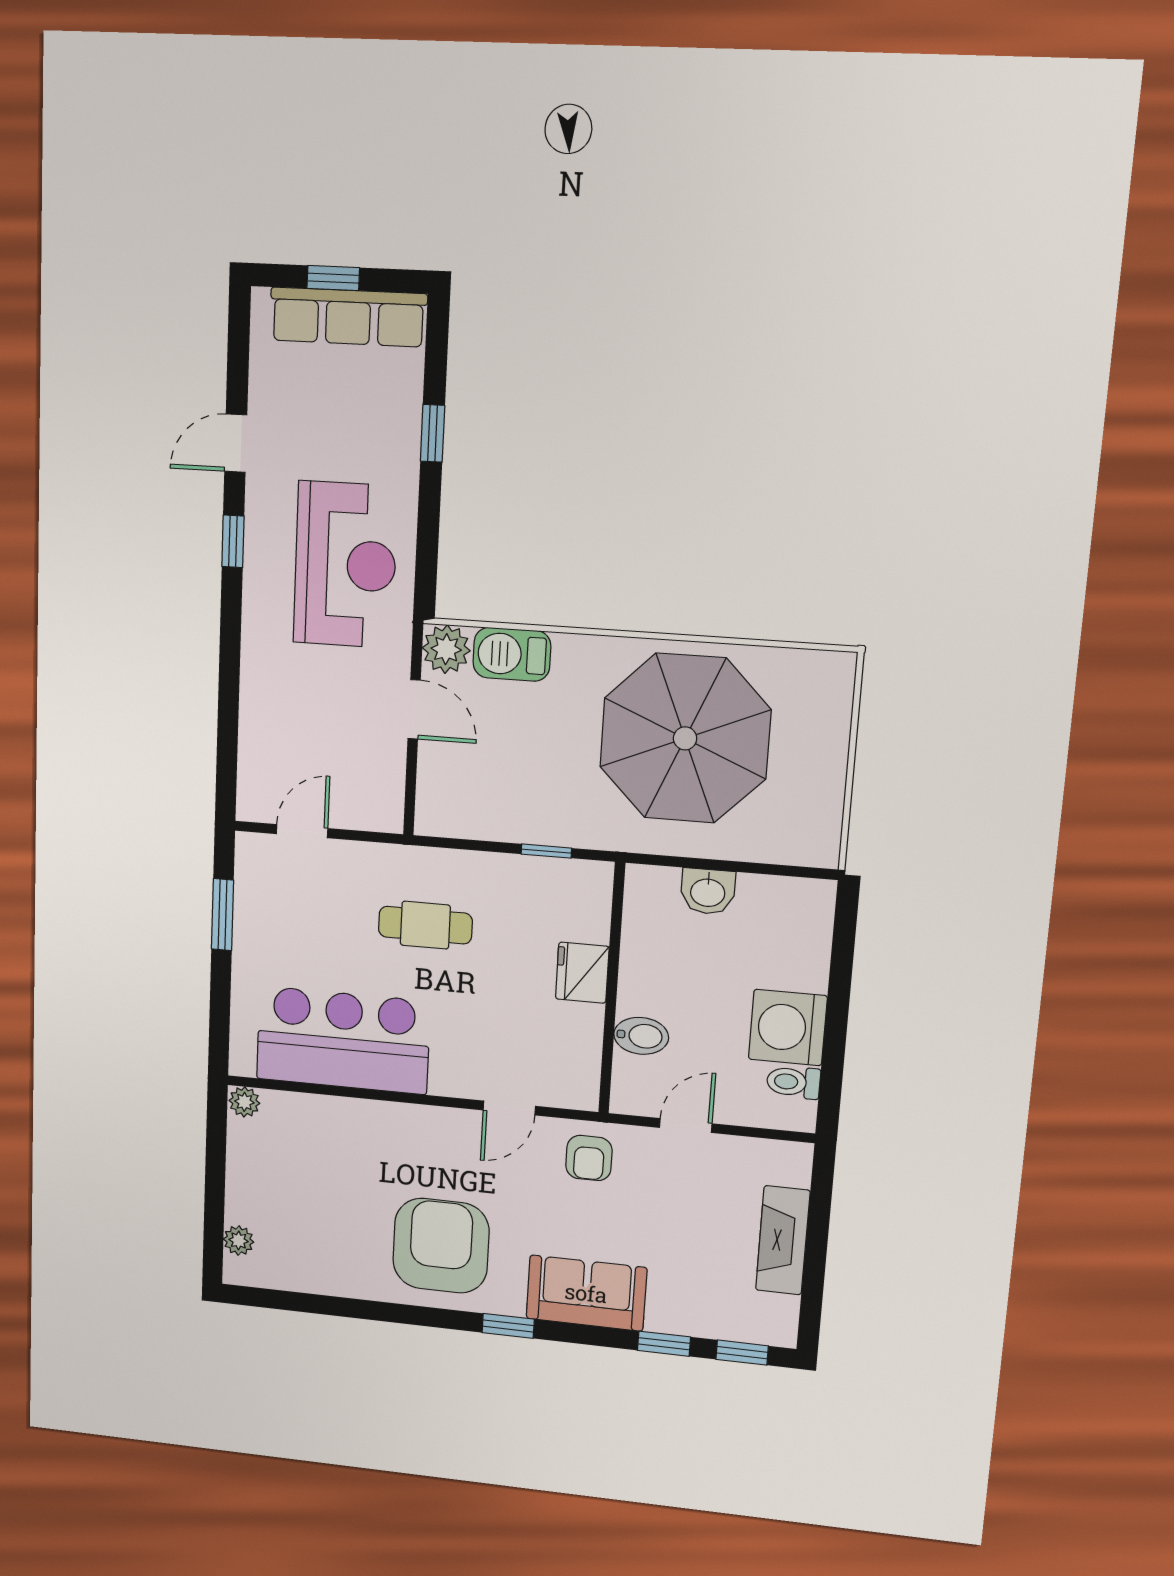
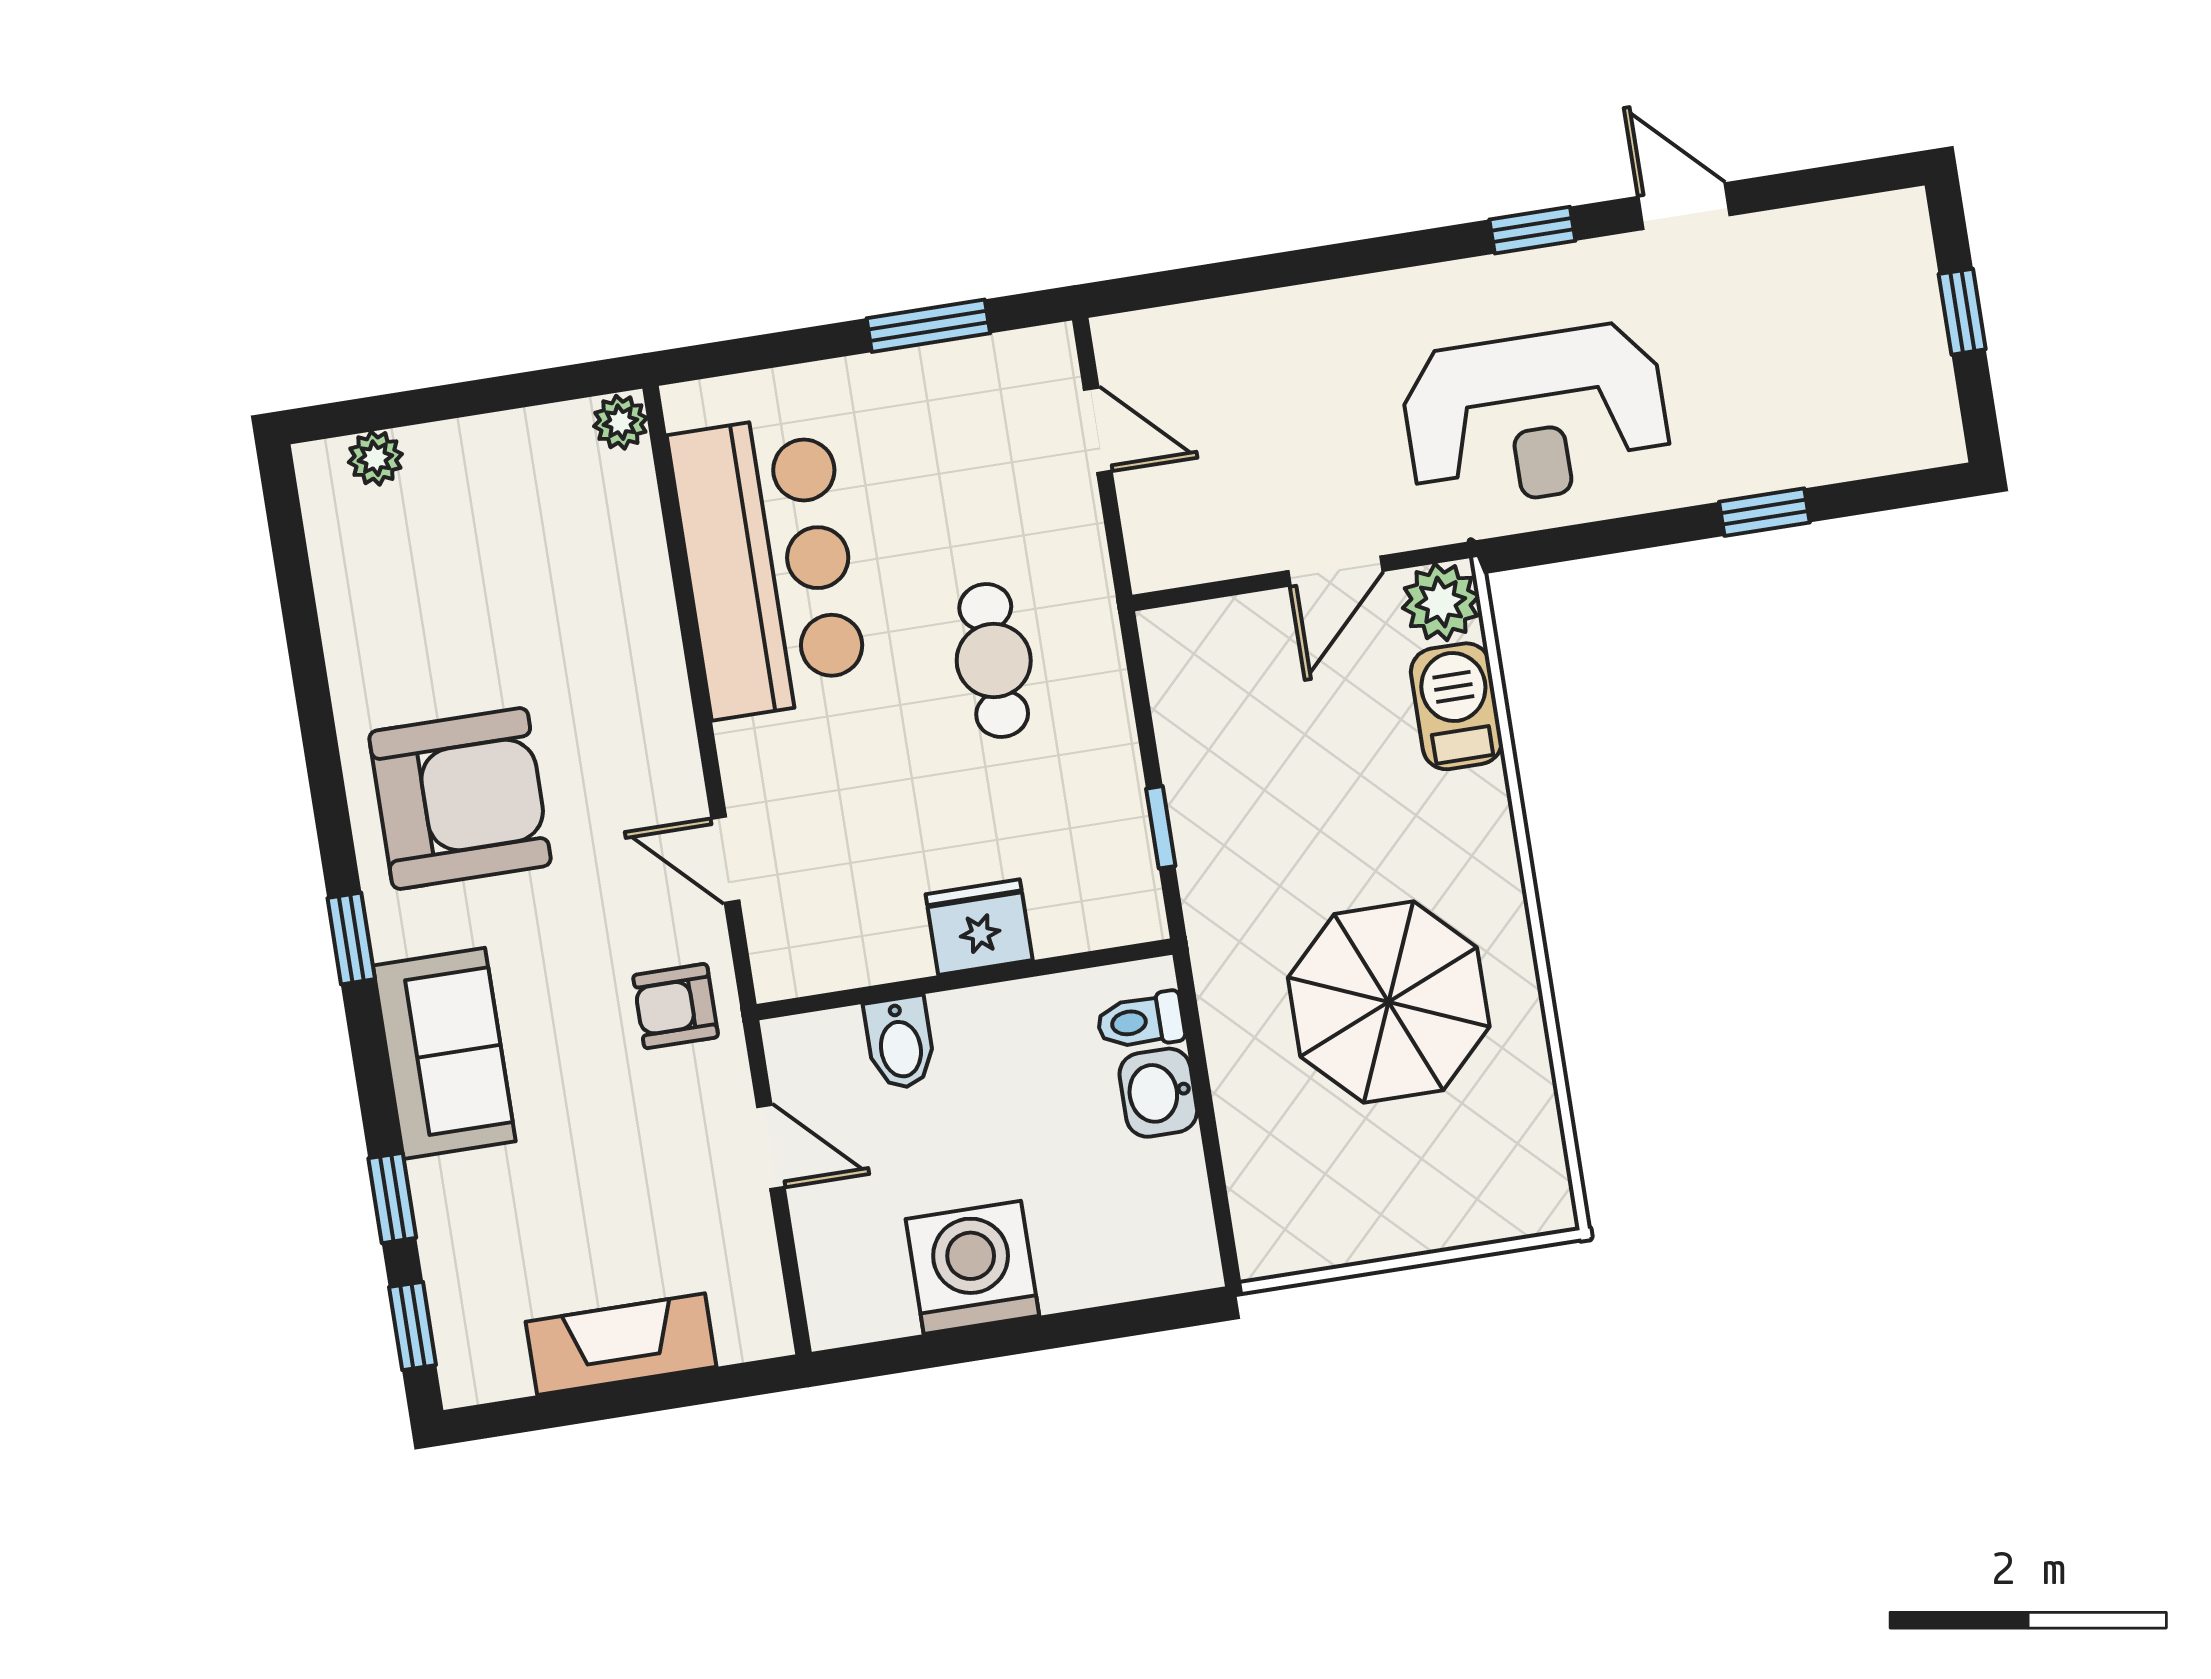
row of seats: (348, 317) -> (1910, 346), removed
parasol: (685, 738) -> (1389, 1002), width x0.73, depth x0.73
toilet: (793, 1082) -> (1141, 1021), moved, turned -90

